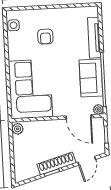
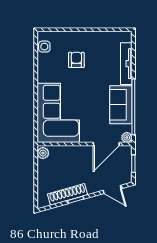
armchair: (45, 37) -> (76, 60), turned 180
door: (79, 117) -> (106, 144), hinge flipped
door: (87, 161) -> (112, 189), hinge flipped
shoe rack: (57, 163) -> (68, 194), moved

